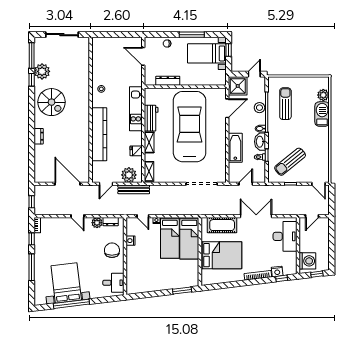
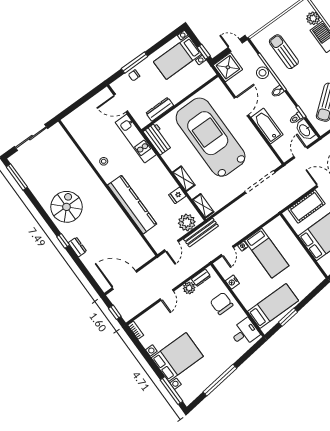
window: (192, 35) -> (135, 63), moved
window: (229, 50) -> (204, 52), moved
plant: (42, 71) -> (37, 185), removed
door: (254, 74) -> (235, 45), hinge flipped
window: (32, 80) -> (63, 241), moved
spiral stairs: (52, 102) -> (66, 207), turned -90
door: (227, 108) -> (241, 106), moved
kitchen unit: (136, 109) -> (136, 138), moved
workbench: (151, 118) -> (158, 139), moved
washbasin: (260, 142) -> (305, 130), moved
door: (67, 184) -> (124, 280), moved
door: (77, 216) -> (167, 295), hinge flipped
door: (143, 216) -> (227, 251), hinge flipped
bed: (189, 238) -> (273, 306), moved, turned -90
window: (32, 239) -> (140, 347), removed
window: (32, 267) -> (171, 391), moved
bed with nightstands: (66, 283) -> (177, 357), moved, turned 97
window: (182, 290) -> (288, 317), moved

